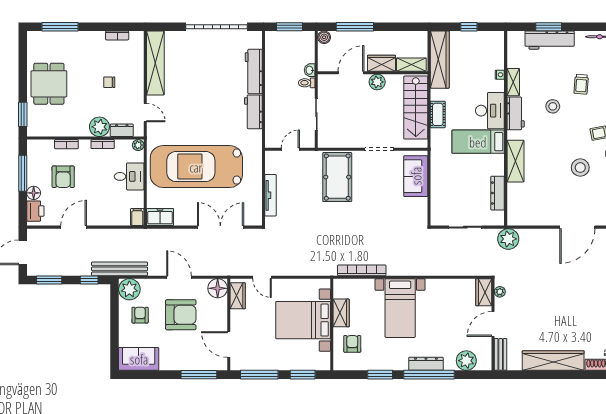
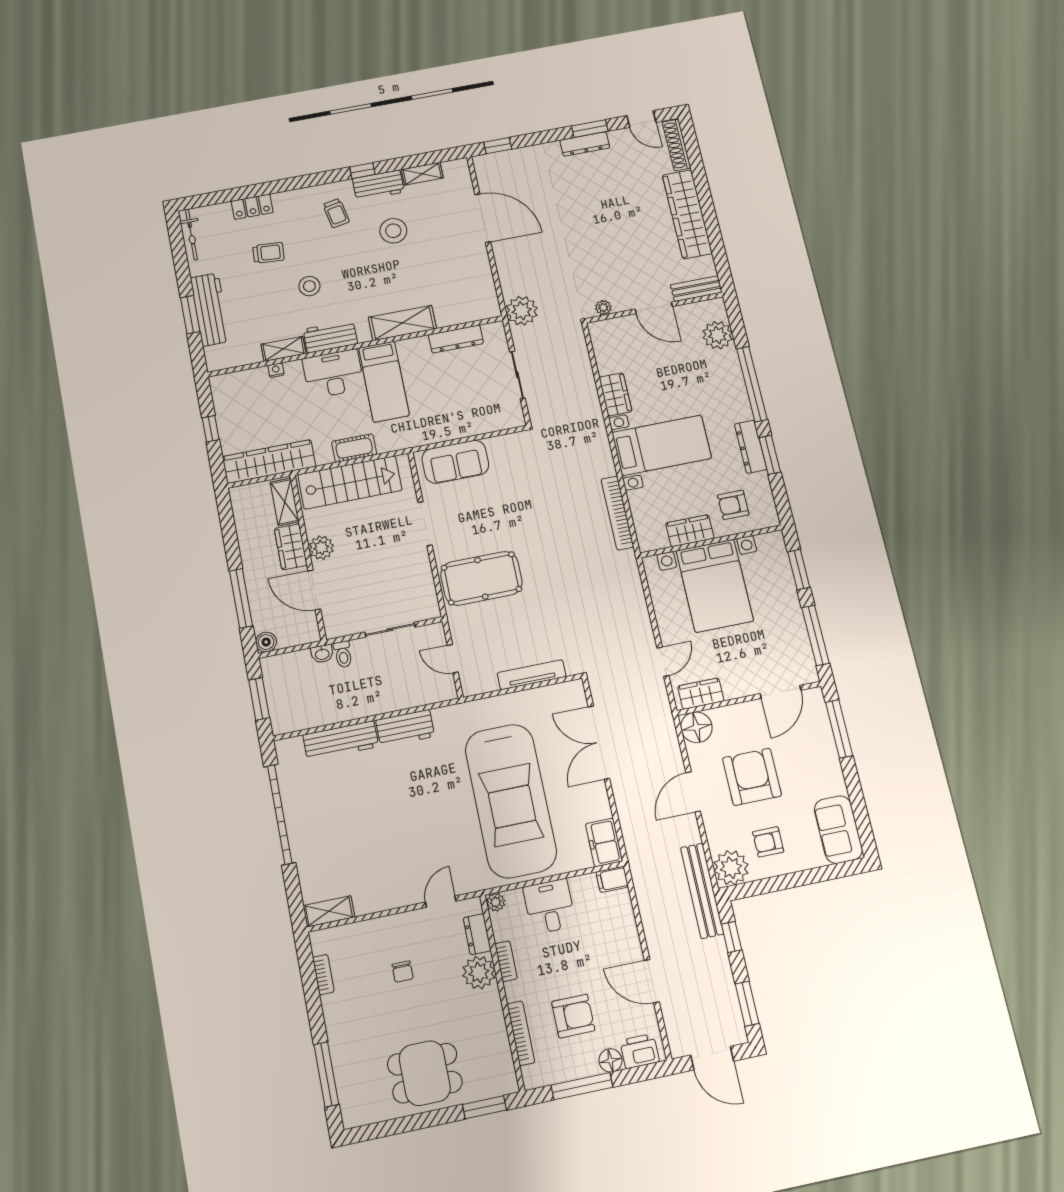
shelving: (155, 63) -> (329, 911), width x0.45, depth x0.75
bookcase: (66, 144) -> (521, 1033), width x1.56
wardrobe: (484, 292) -> (616, 394), moved, turned -90
dresser: (426, 364) -> (751, 447), moved

